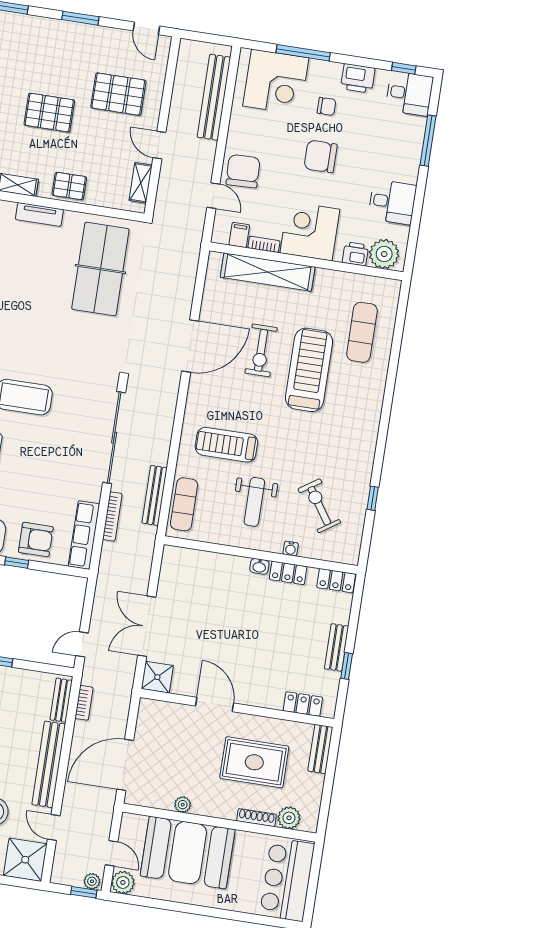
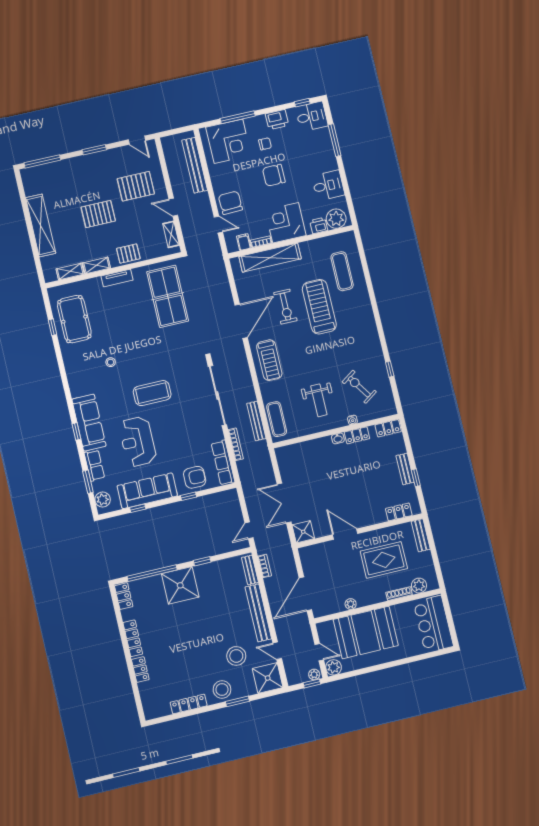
treadmill: (226, 445) -> (269, 360), moved, turned -90

